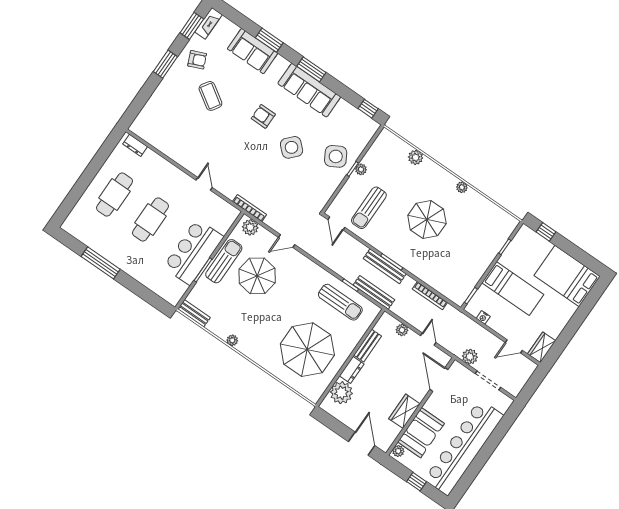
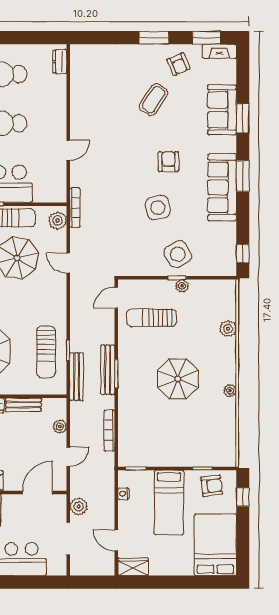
side table: (292, 147) -> (158, 208), turned 36
armchair: (522, 249) -> (212, 486), added

